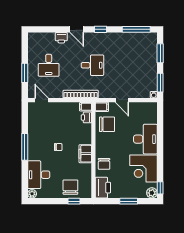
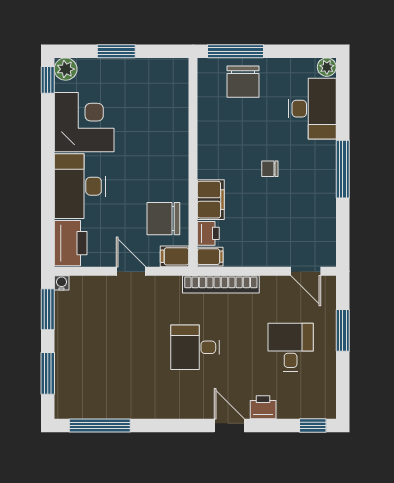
window: (100, 29) -> (313, 425), moved
filing cabinet: (85, 154) -> (211, 200), moved
chair: (104, 164) -> (170, 132), removed
printer: (103, 188) -> (71, 243), moved, turned 180
window: (74, 201) -> (235, 51), width x2.17

